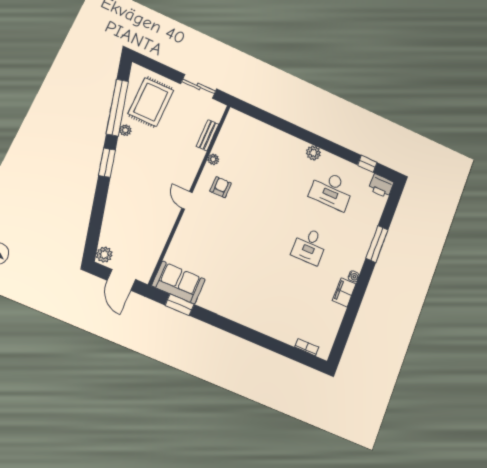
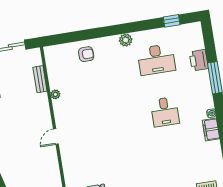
printer: (381, 186) -> (199, 60), moved, turned 90
armchair: (221, 187) -> (86, 54), moved, turned 90
door: (187, 200) -> (56, 136), hinge flipped

